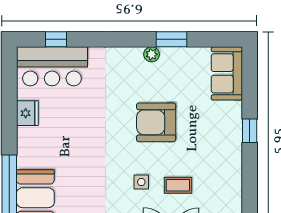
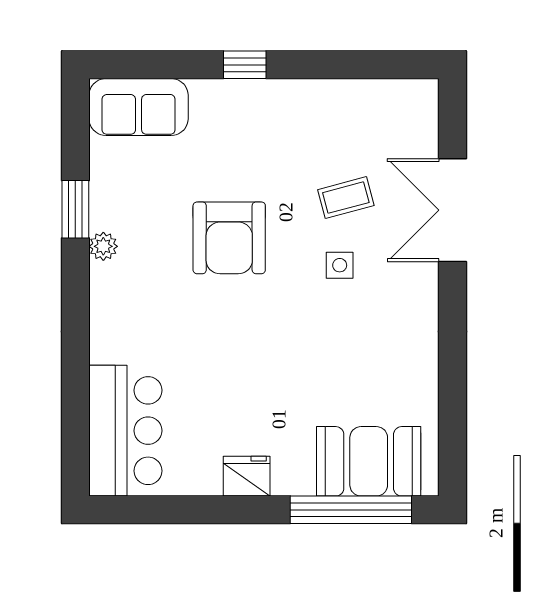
window: (56, 39) -> (75, 423), removed
fridge: (27, 113) -> (247, 476), moved
coffee table: (178, 185) -> (346, 198), turned 75

